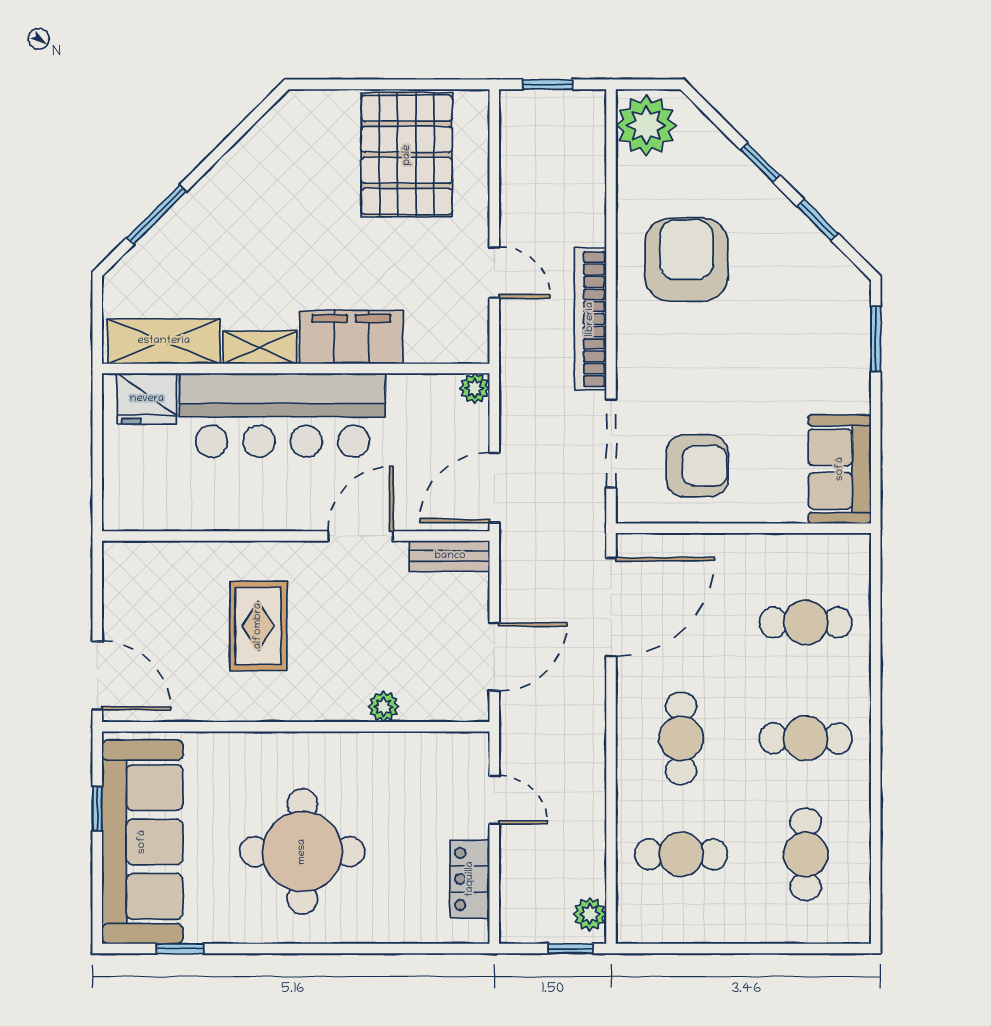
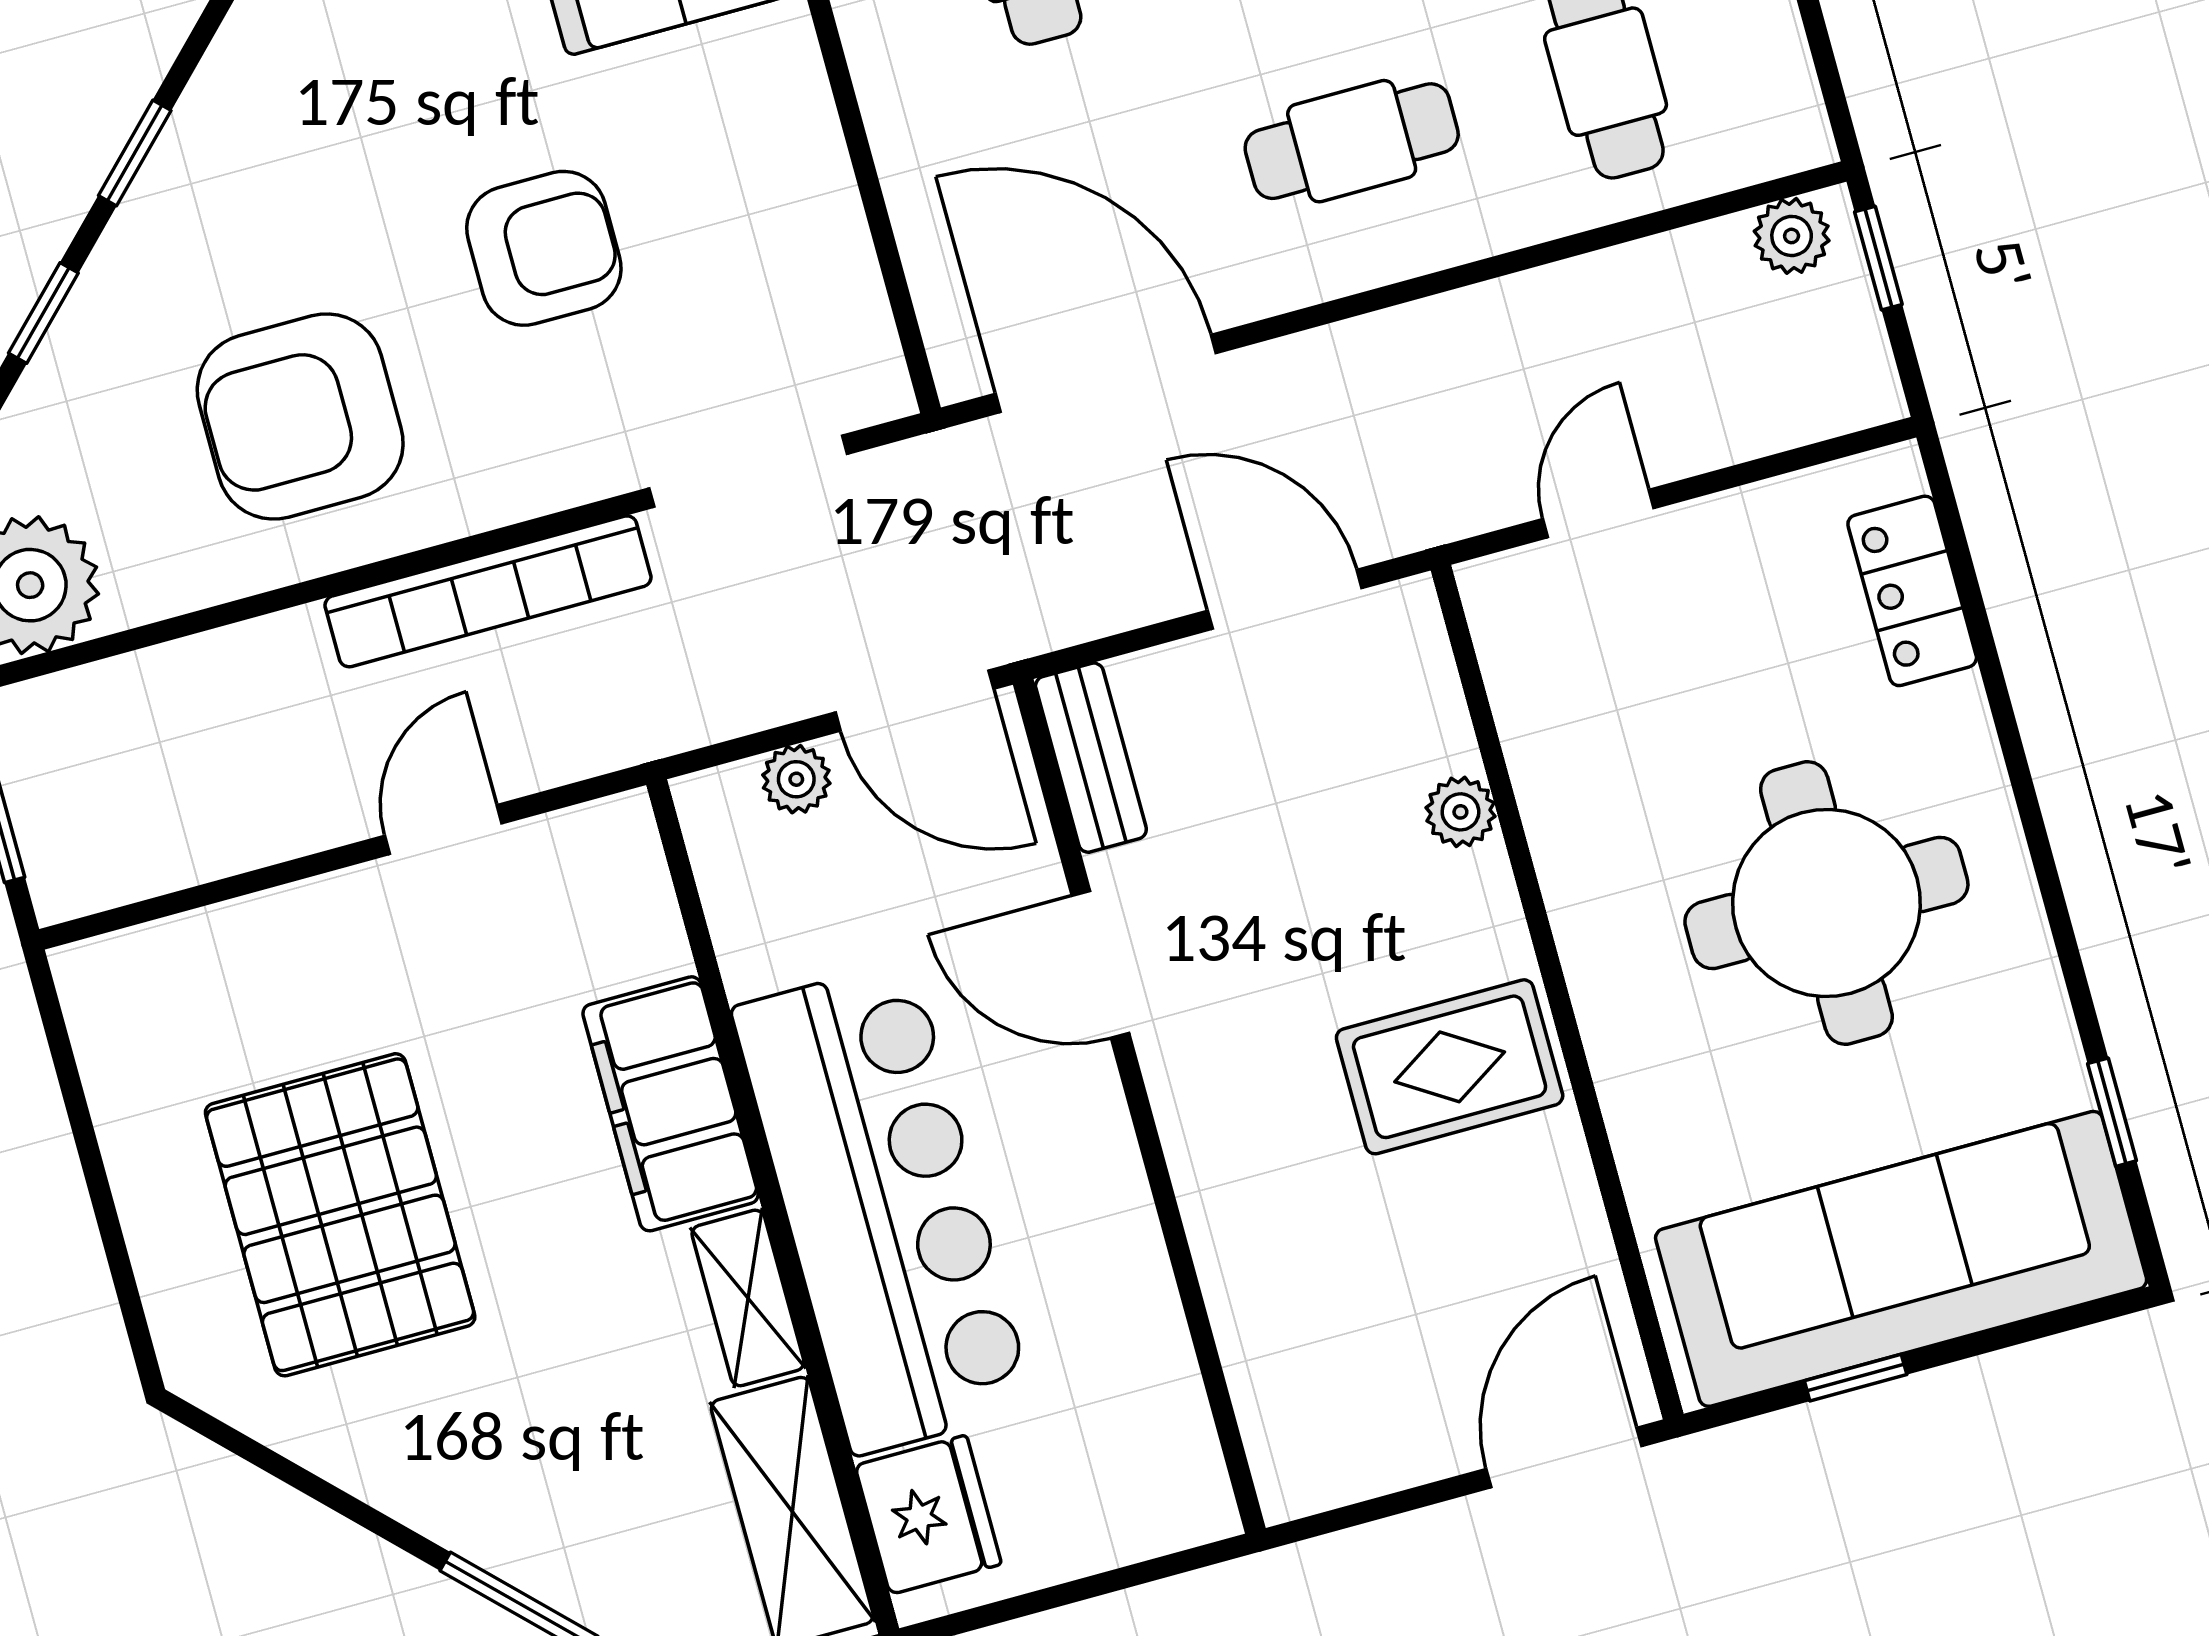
pallet: (407, 155) -> (340, 1215), moved, turned 90
plant: (475, 388) -> (796, 779), moved
armchair: (697, 466) -> (544, 248), moved, turned 90
rug: (258, 626) -> (1450, 1067), moved
locker: (470, 879) -> (1912, 591), moved, turned 90

